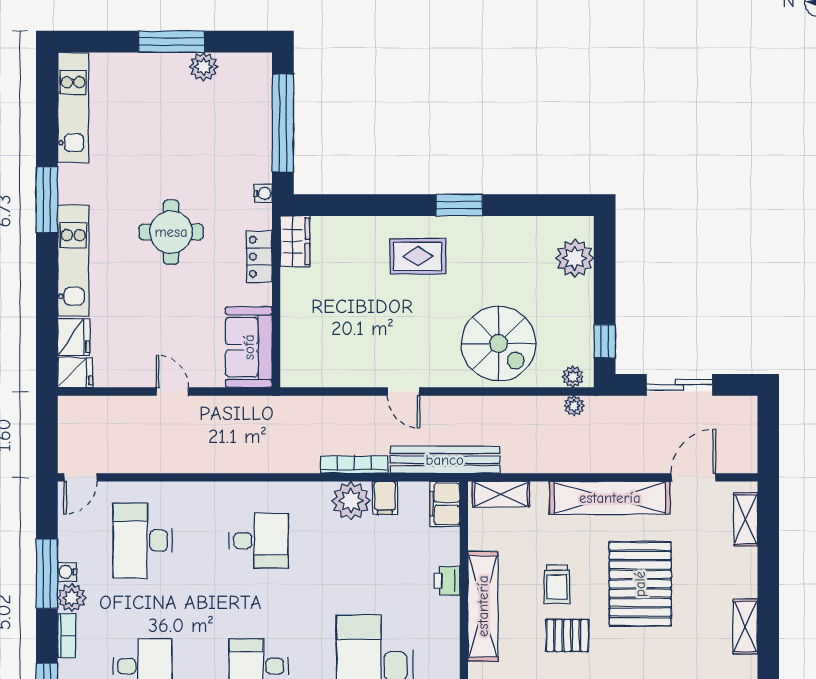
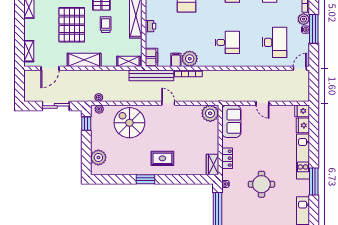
round table: (171, 232) -> (261, 184), moved
plant: (301, 367) -> (210, 113), added
shelving: (610, 498) -> (84, 60), width x0.68
desk: (259, 541) -> (227, 42), turned 180

